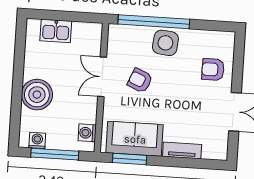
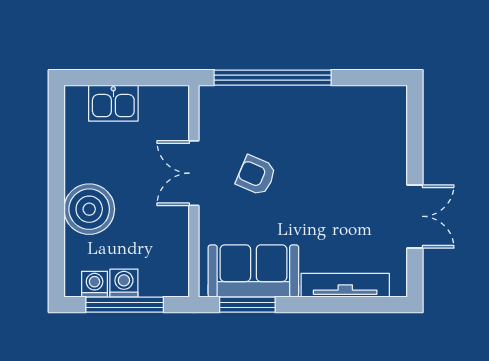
side table: (165, 43) -> (294, 111), removed
armchair: (213, 69) -> (374, 149), removed
washing machine: (87, 133) -> (124, 283), moved, turned 90
tv unit: (182, 151) -> (345, 285), width x1.41

